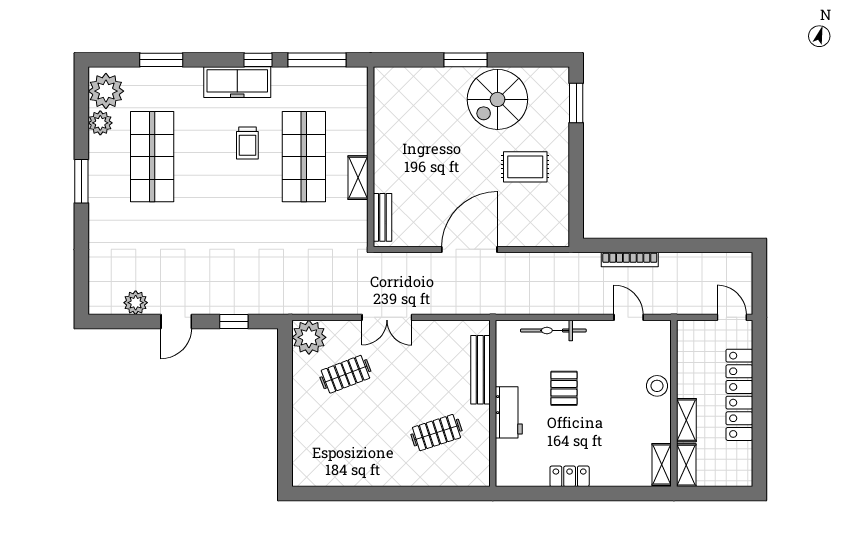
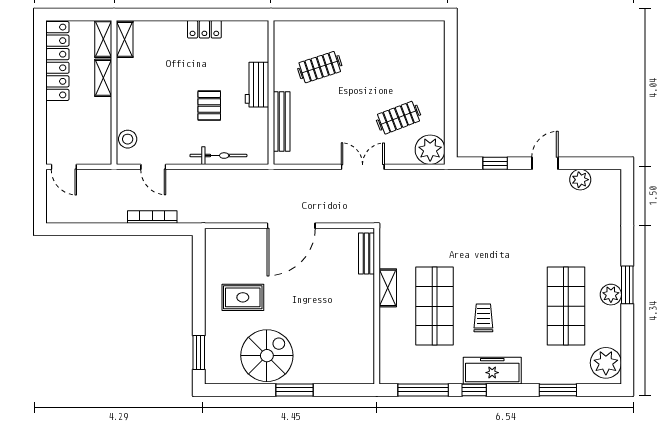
plant: (100, 123) -> (611, 295), moved
stool: (657, 386) -> (128, 139), moved
locker: (739, 395) -> (57, 61), moved

